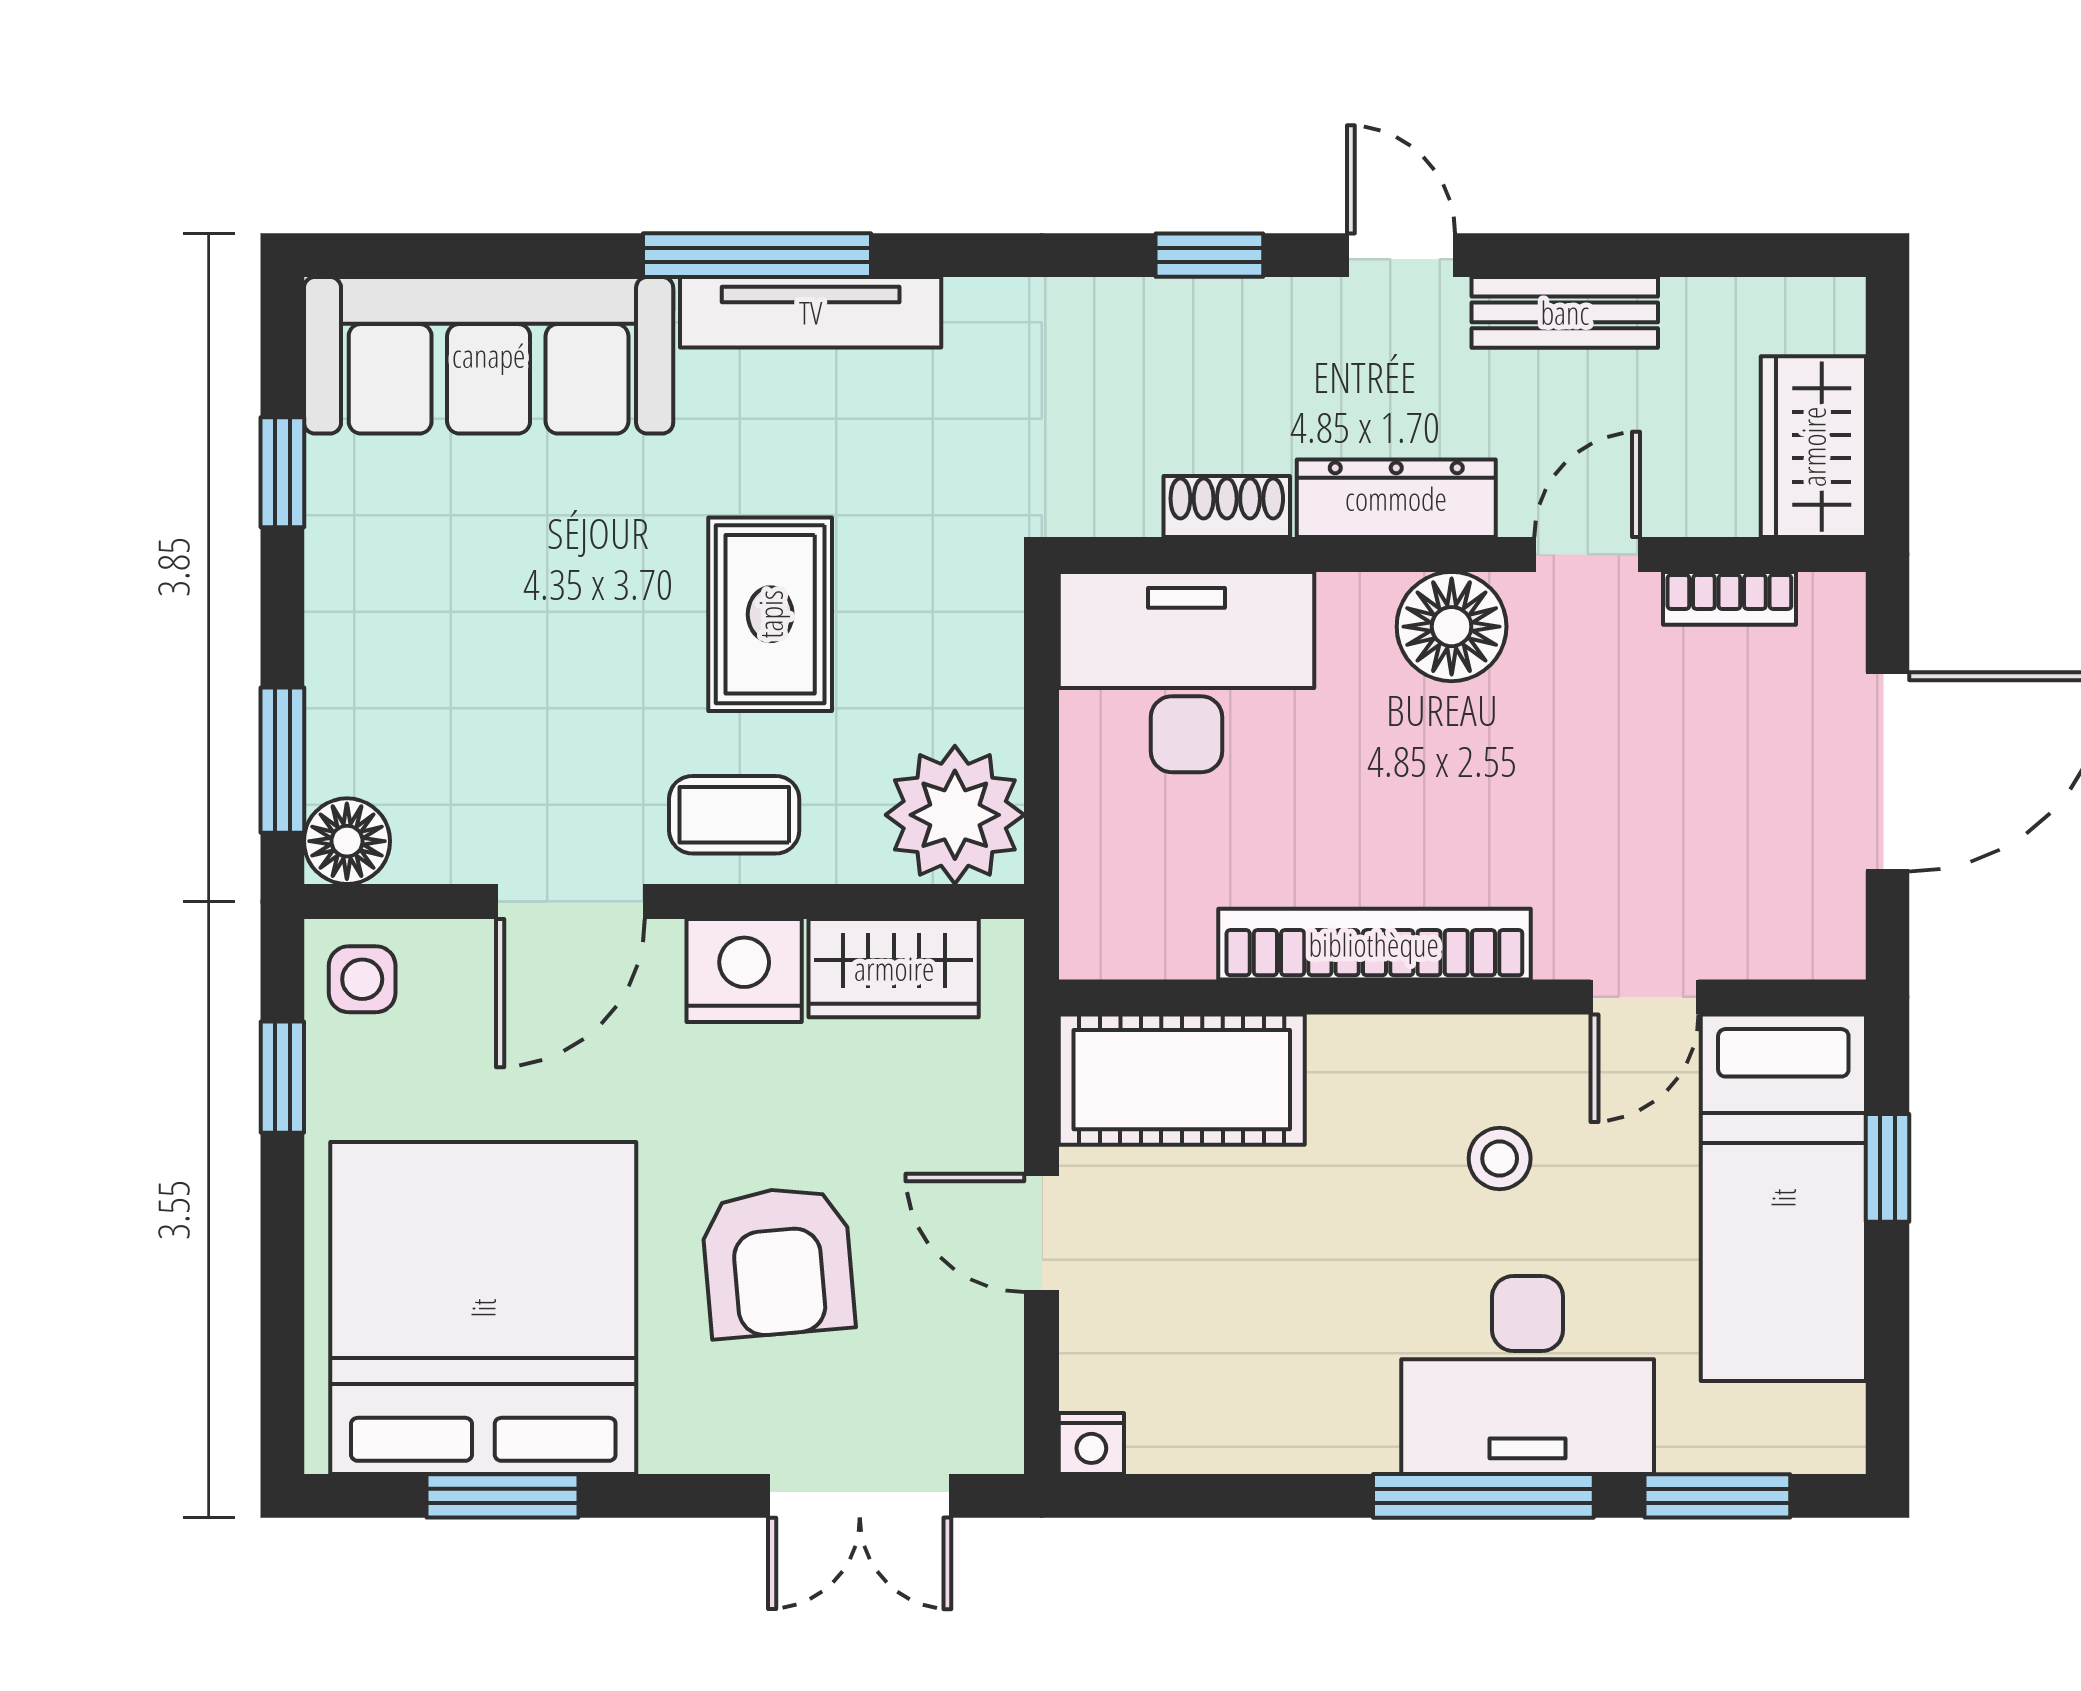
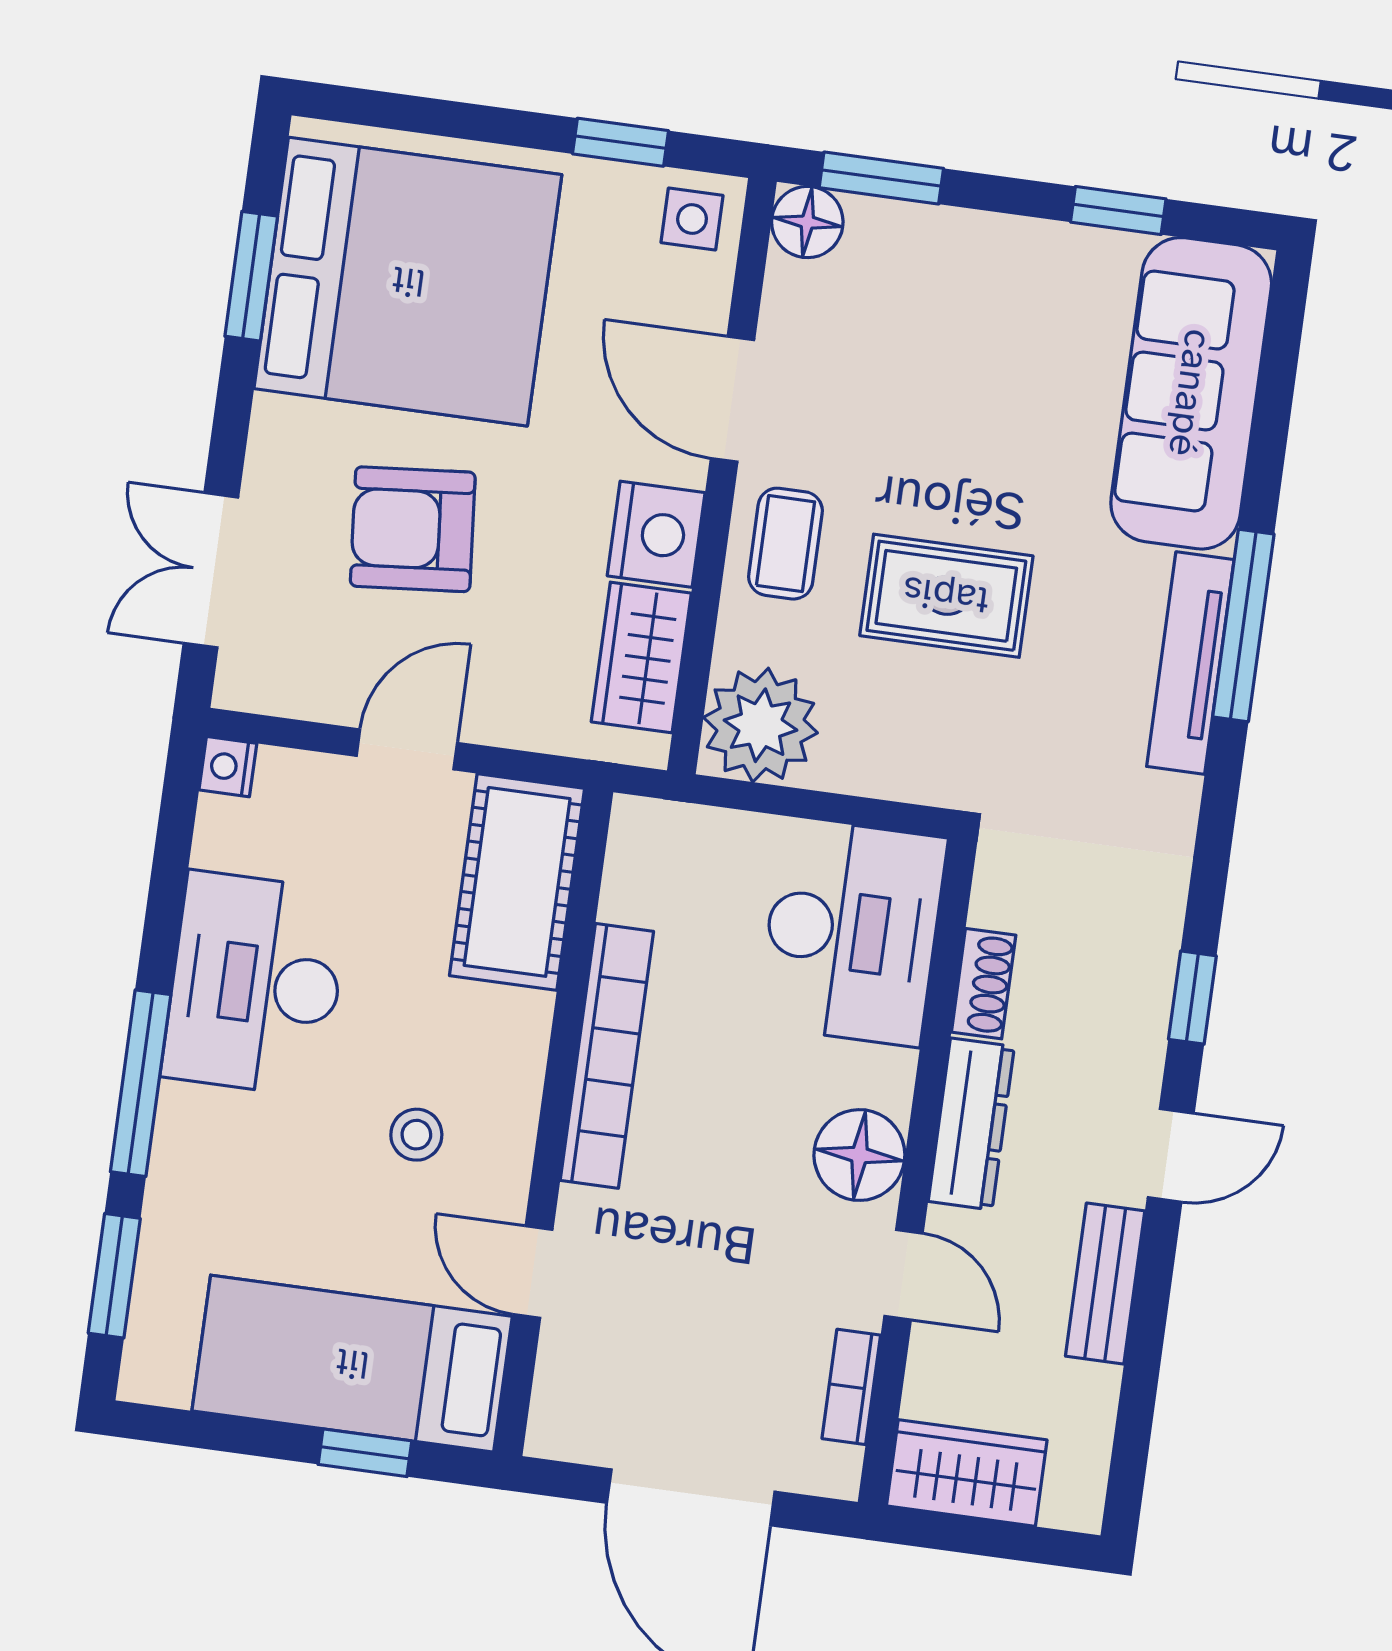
desk: (1528, 1375) -> (256, 984), moved

